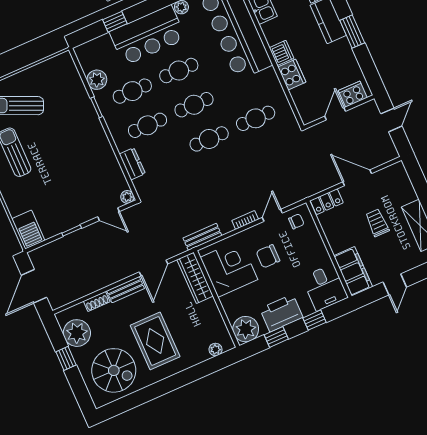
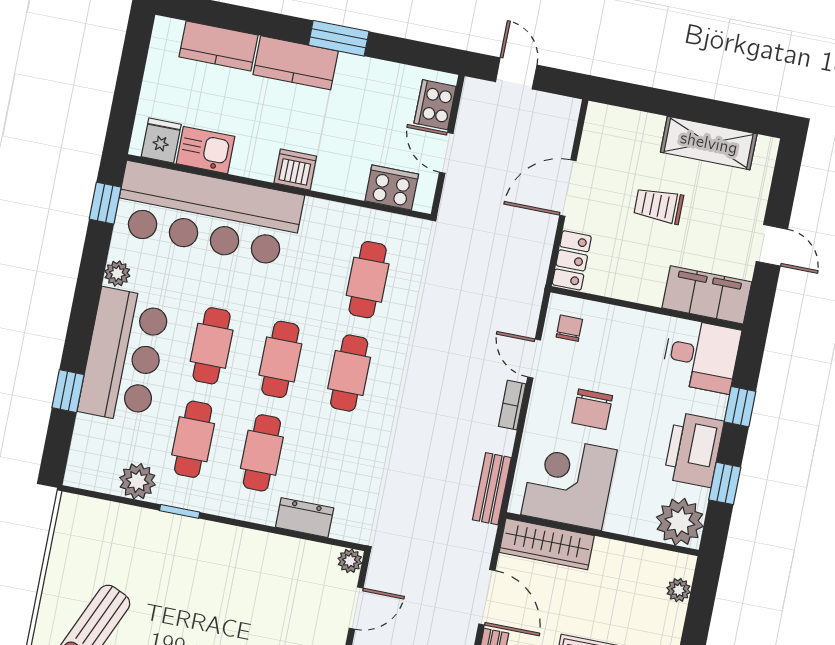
cooker: (292, 75) -> (392, 188), moved

